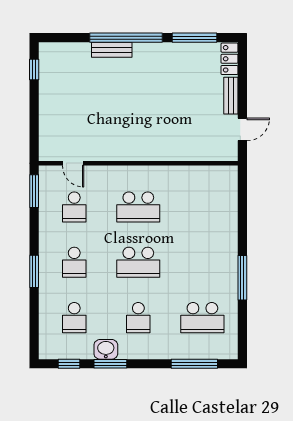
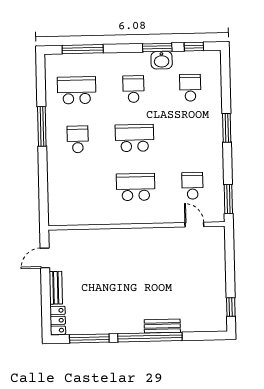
school desk: (74, 262) -> (78, 139), moved

